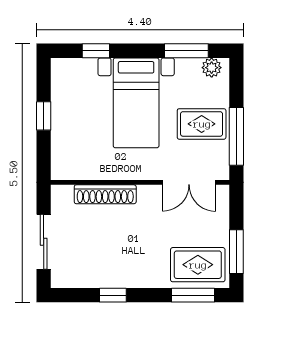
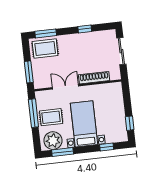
plant: (212, 68) -> (53, 141), width x1.87, depth x1.87
window: (44, 116) -> (130, 123), moved
double door: (189, 182) -> (65, 87), moved
window: (236, 252) -> (29, 72), moved

